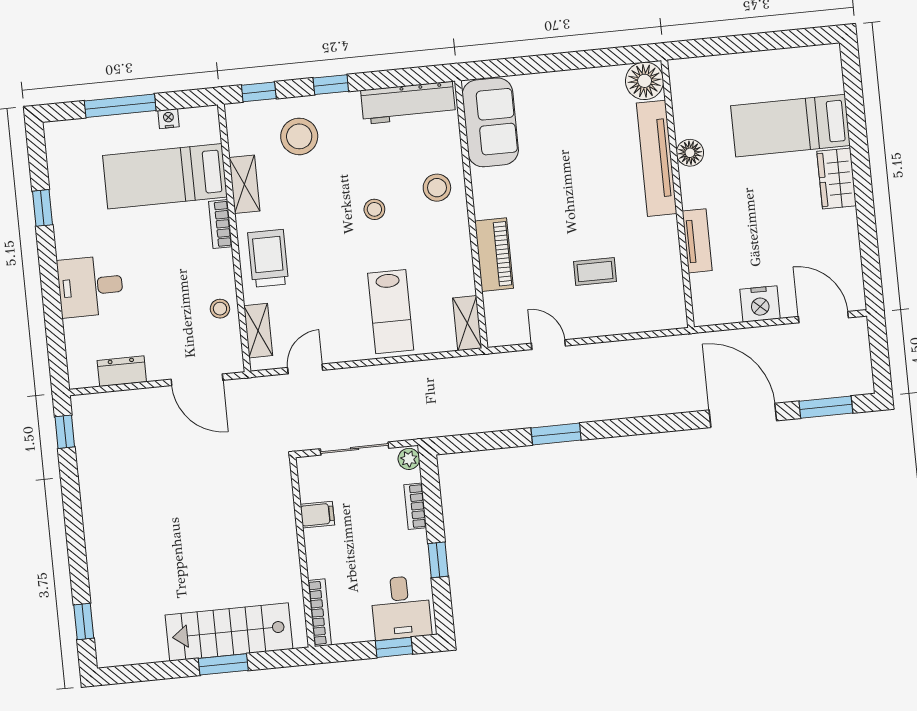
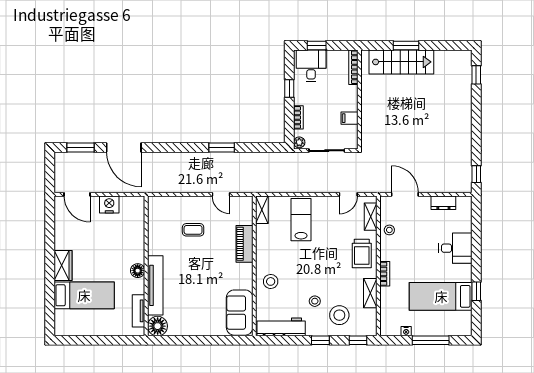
floor lamp: (690, 153) -> (138, 271), moved
bed: (165, 176) -> (441, 296), moved, turned 180
stool: (374, 209) -> (315, 301), moved
tv unit: (697, 241) -> (139, 311), moved

